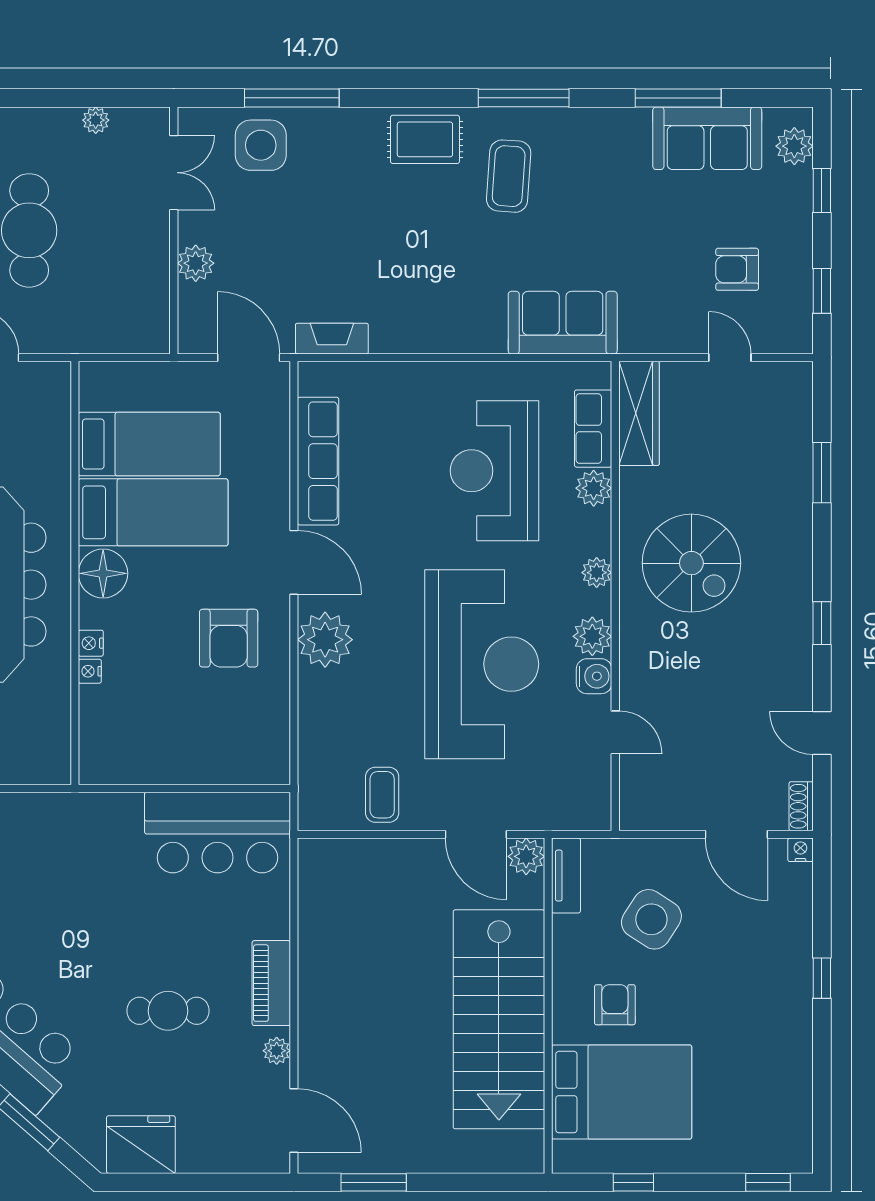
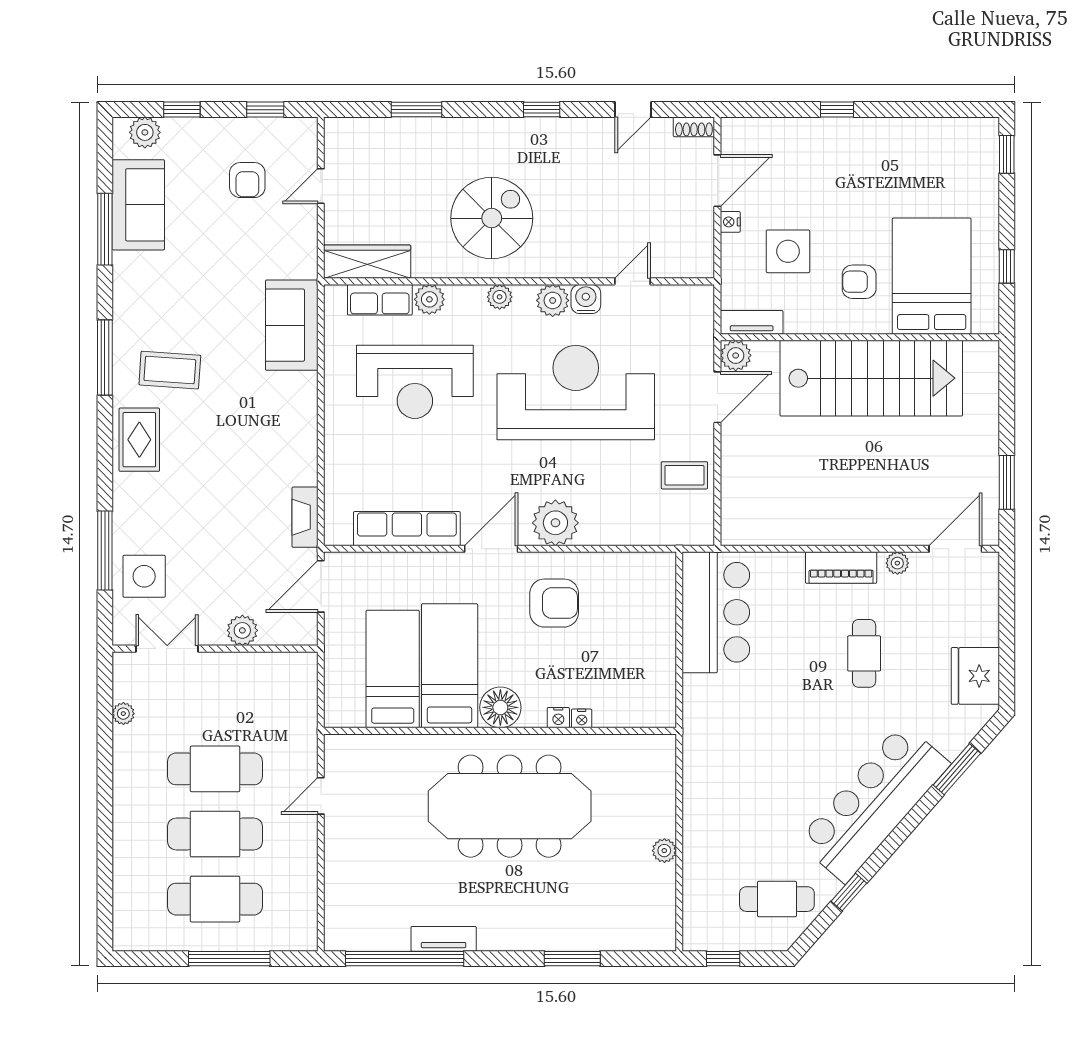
nightstand: (800, 850) -> (730, 222), moved
side table: (651, 919) -> (788, 251), turned -33

